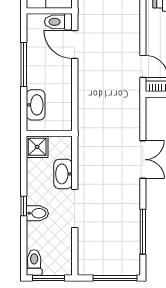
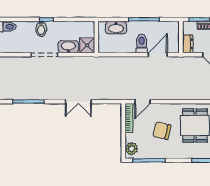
toilet: (58, 22) -> (142, 43), moved
shower: (37, 147) -> (87, 45), moved

